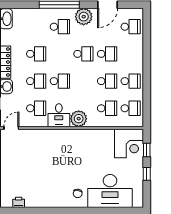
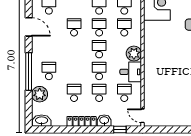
plant: (84, 17) -> (40, 94), moved
school desk: (83, 54) -> (99, 49), moved

